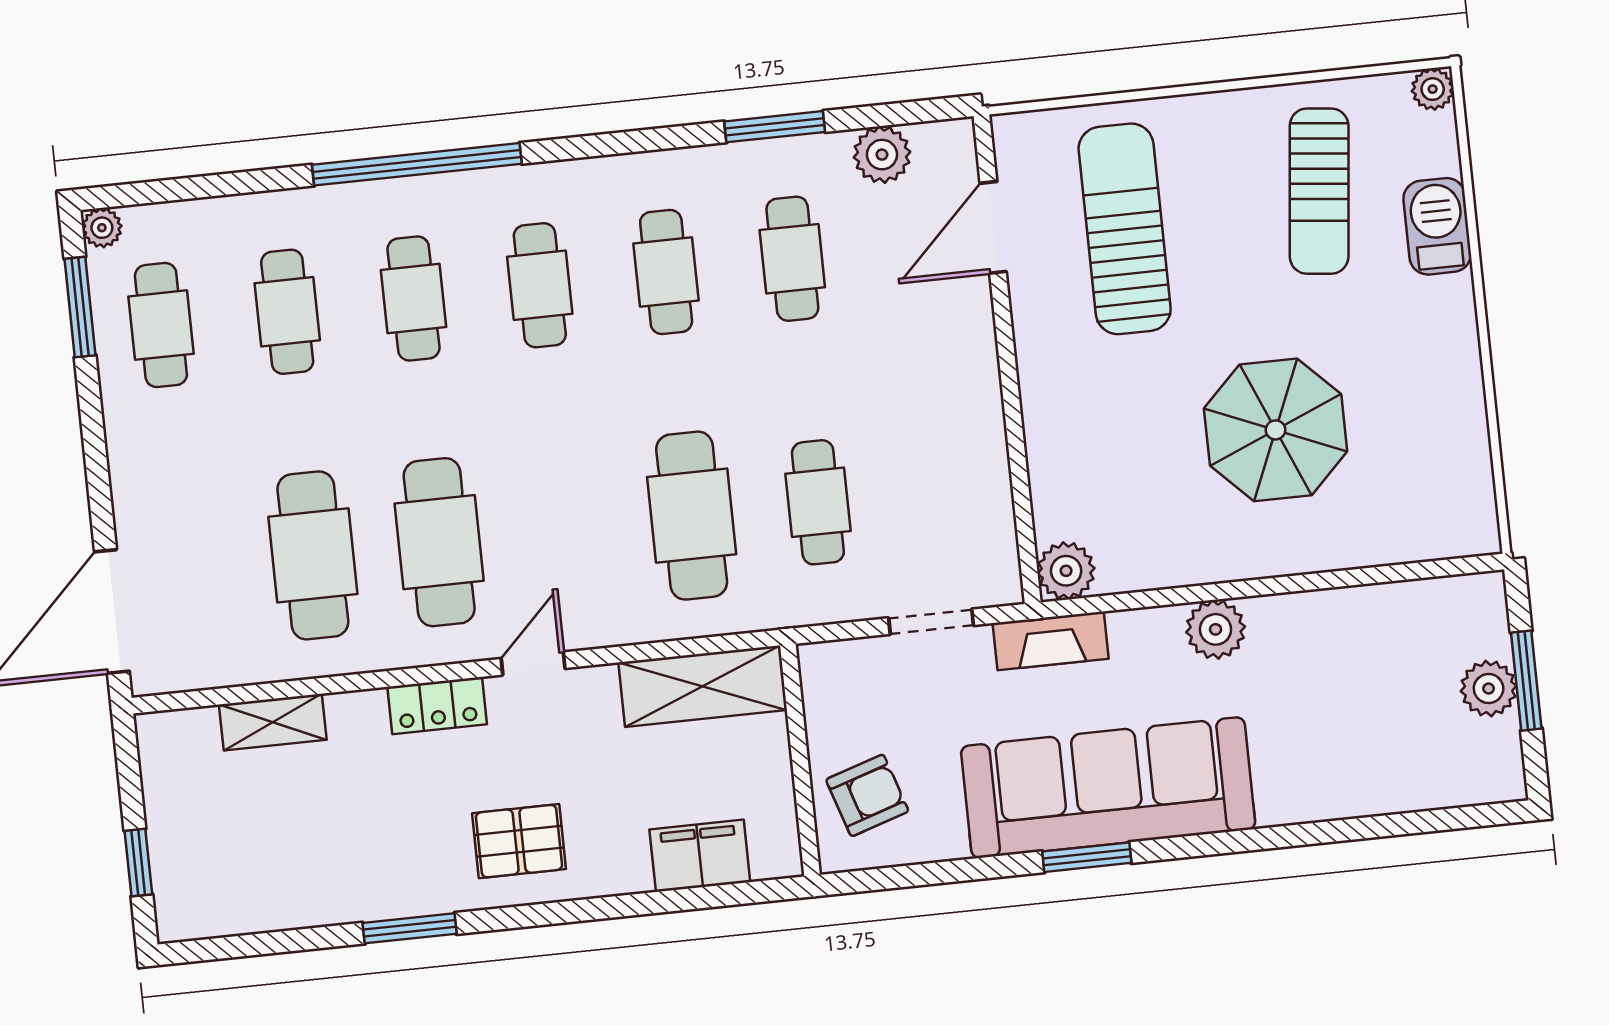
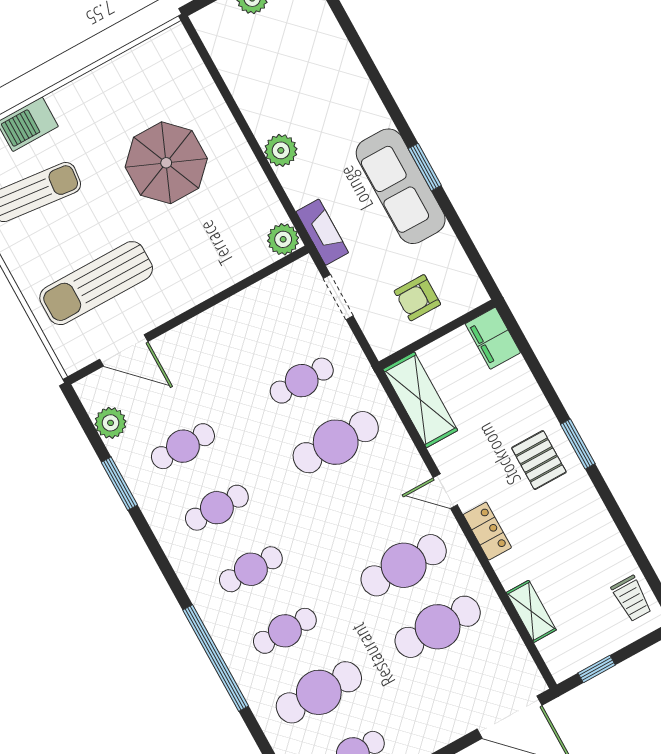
cafe table: (287, 312) -> (319, 692), width x1.37, depth x1.35
sofa: (1108, 788) -> (401, 186), width x0.74, depth x0.79
armchair: (867, 795) -> (417, 298), moved, turned -72
filing cabinet: (700, 856) -> (493, 338), moved
window: (138, 863) -> (597, 669), moved
trolley: (223, 898) -> (632, 599), added
window: (410, 928) -> (578, 444), moved

